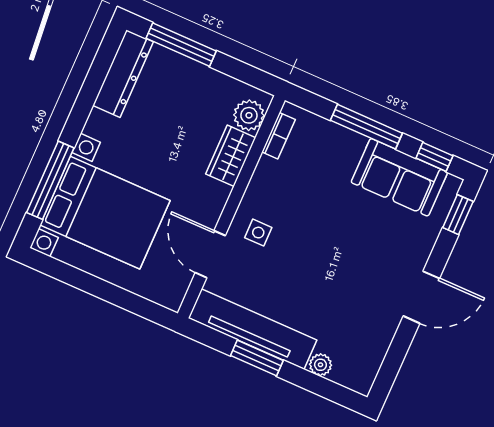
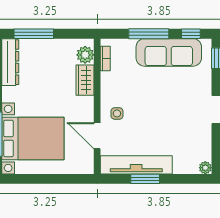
sofa: (399, 177) -> (169, 52), width x1.36
plant: (320, 365) -> (205, 168), moved

